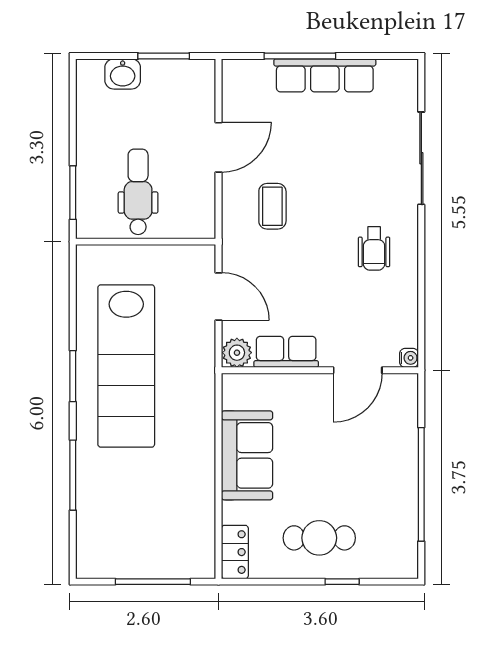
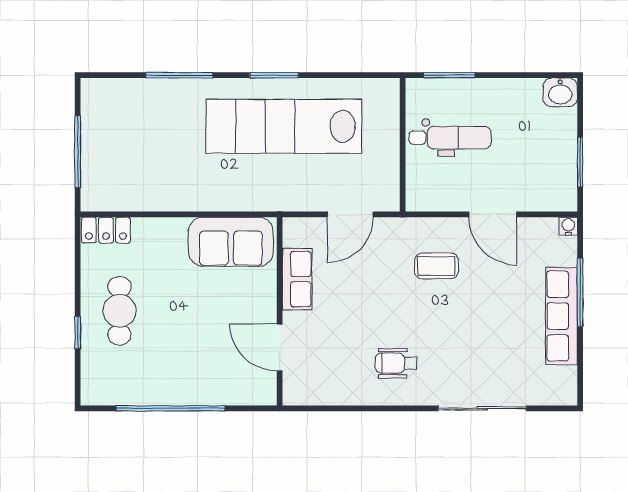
washbasin: (123, 74) -> (560, 92), moved, turned -90
plant: (237, 353) -> (296, 232), removed
water cooler: (409, 358) -> (568, 226), moved, turned 180
sofa: (247, 455) -> (231, 242), moved

